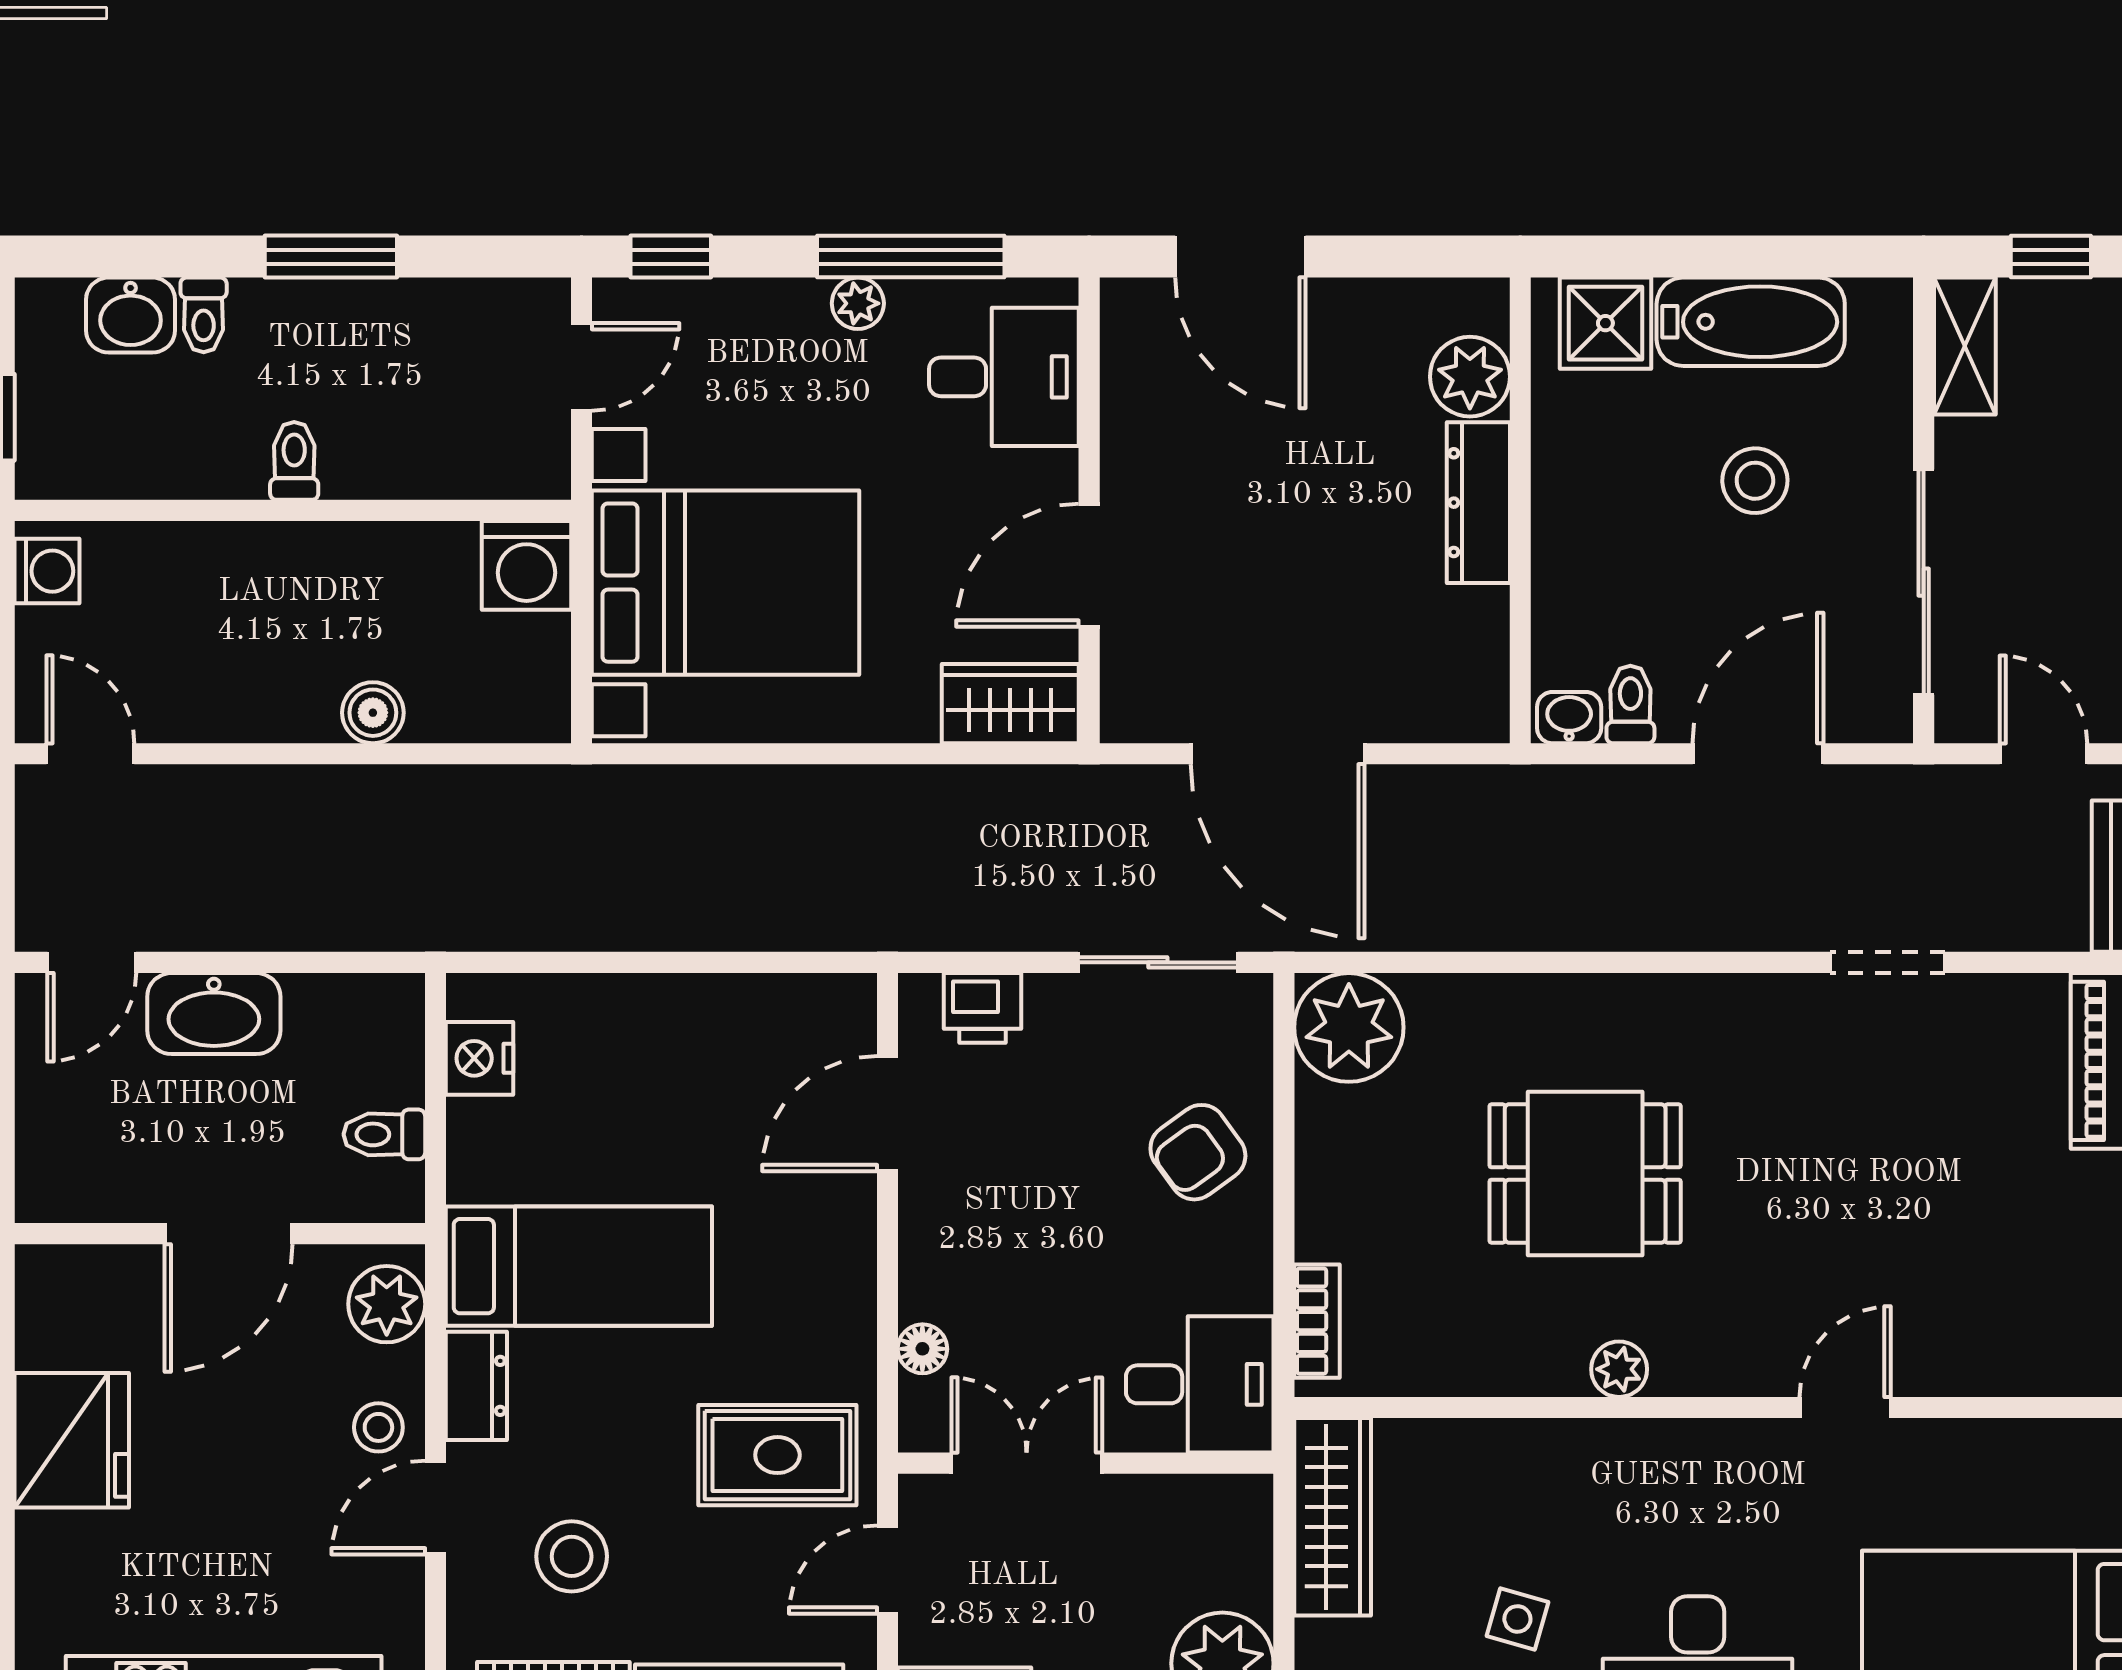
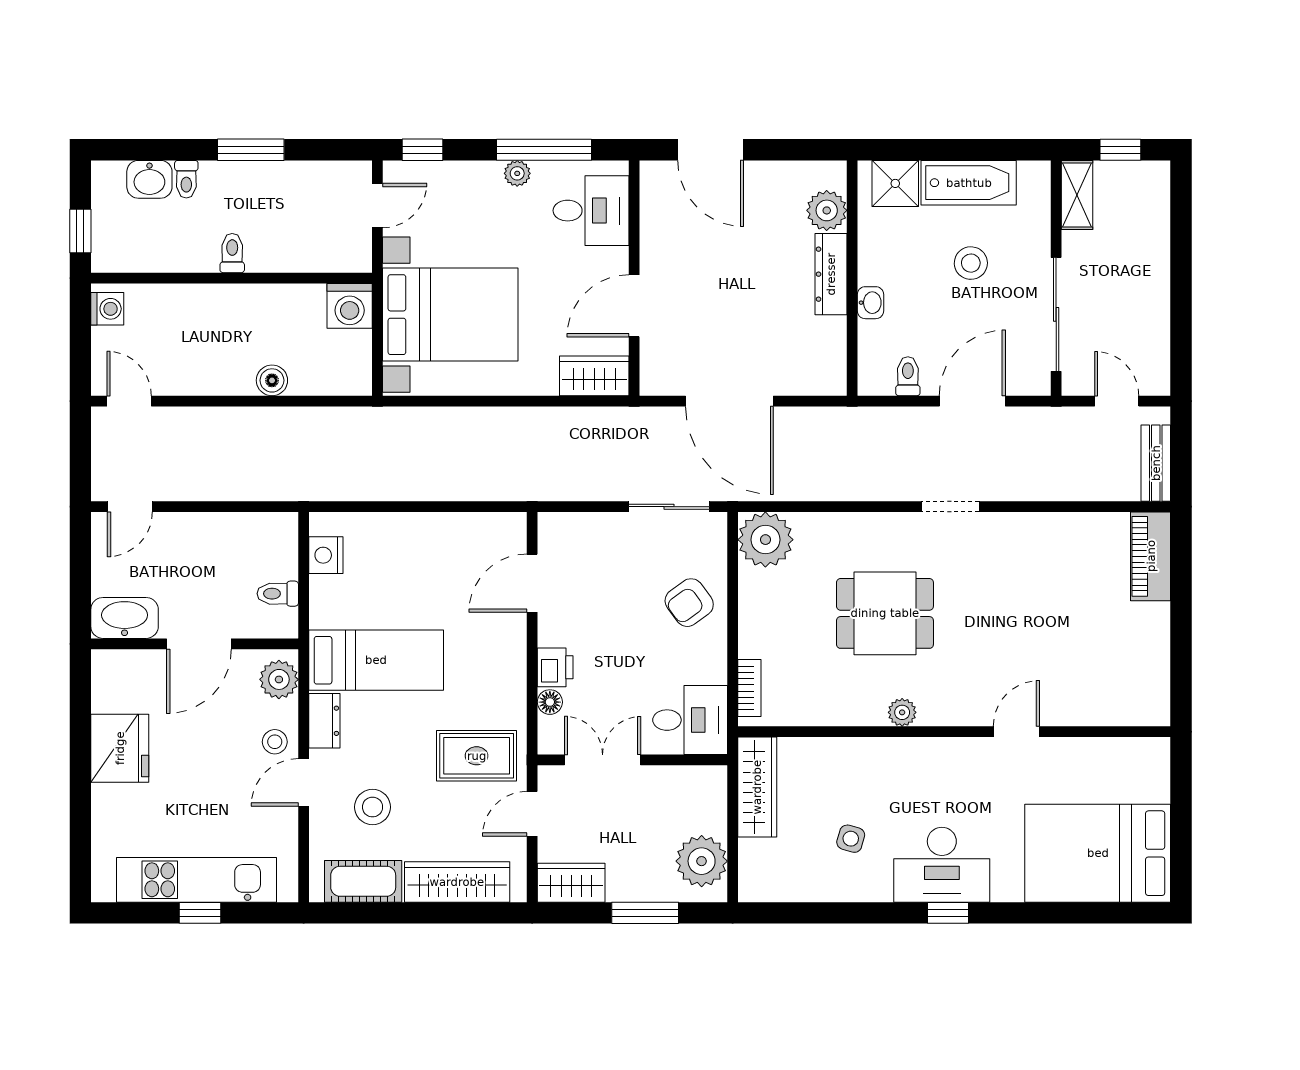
washbasin: (1569, 718) -> (870, 303), moved, turned 90
doorway: (1888, 962) -> (950, 507), moved
printer: (983, 1008) -> (555, 667), moved, turned -90
washbasin: (214, 1014) -> (125, 618), moved, turned 180

